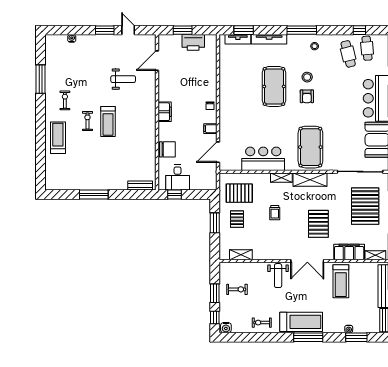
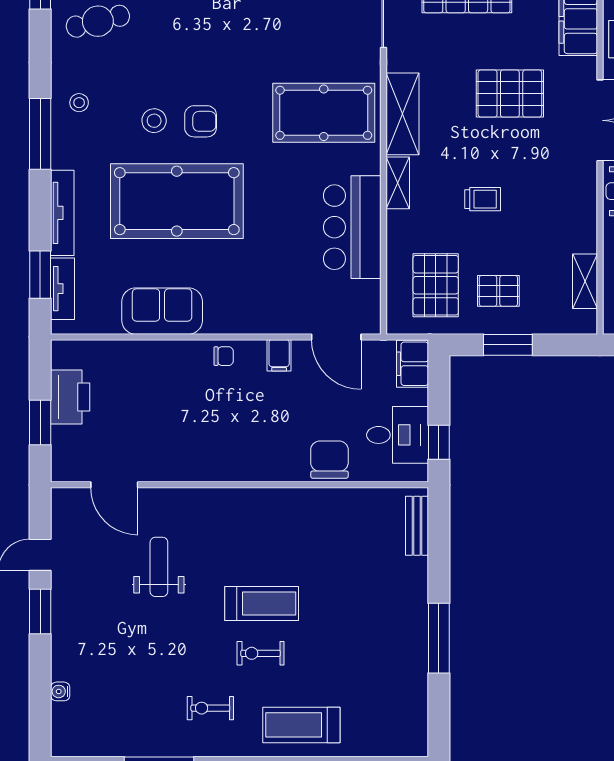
sofa: (229, 80) -> (162, 311), added
pool table: (274, 86) -> (177, 201), width x1.36, depth x1.32
filing cabinet: (165, 112) -> (413, 364), moved, turned -90

